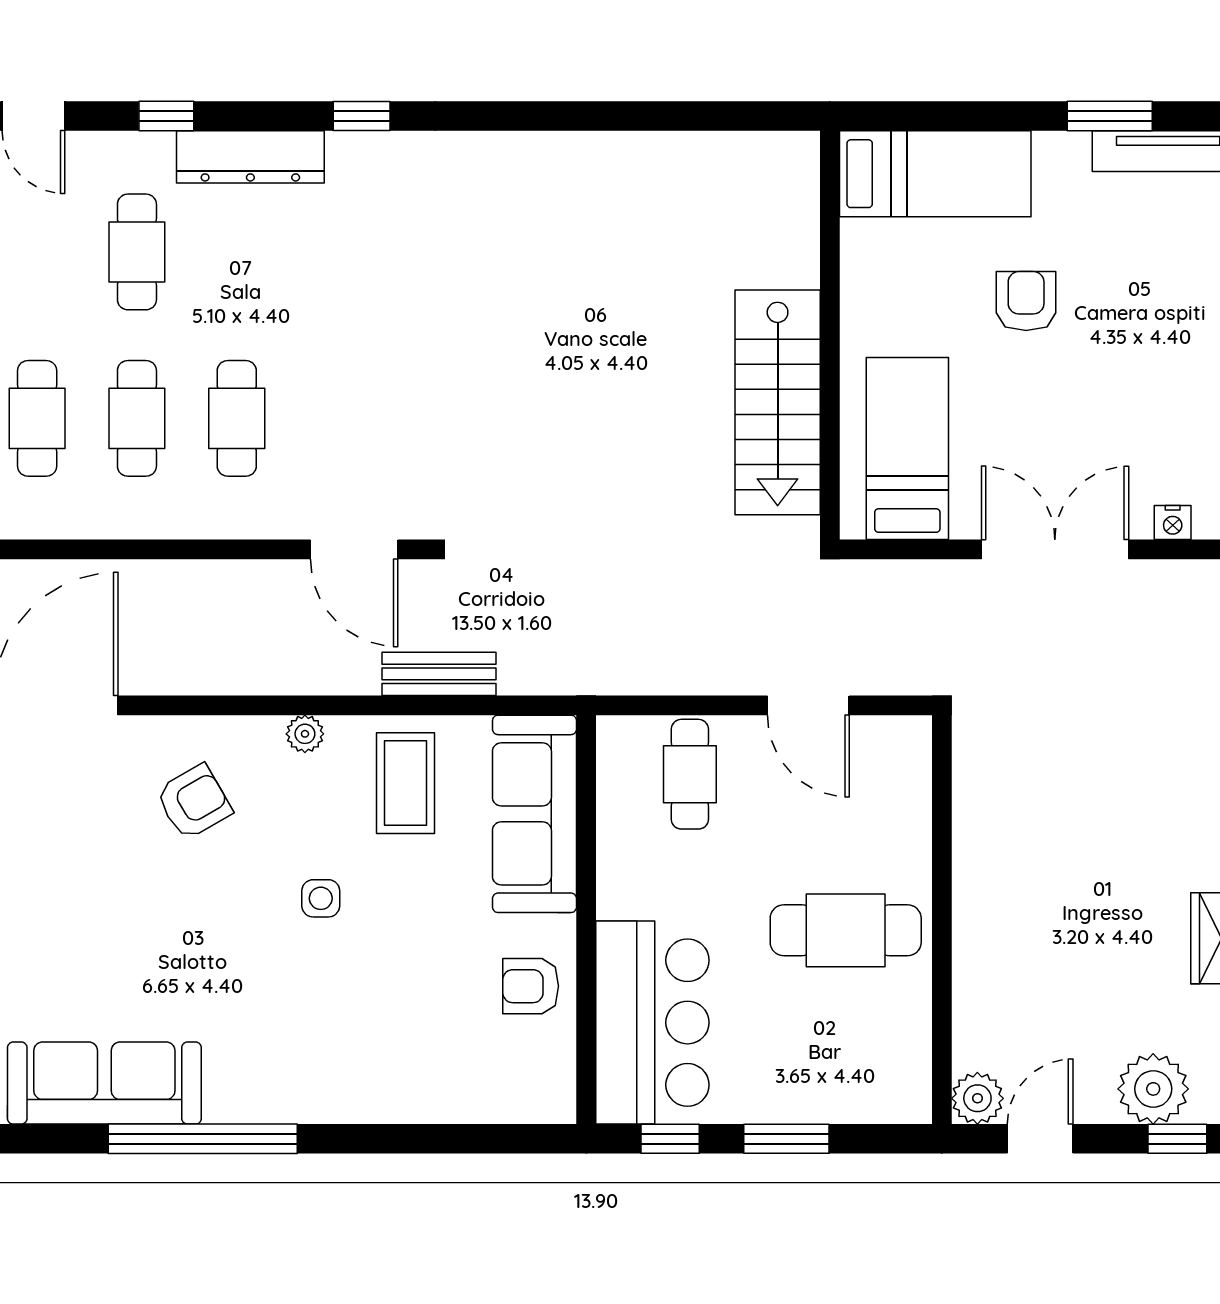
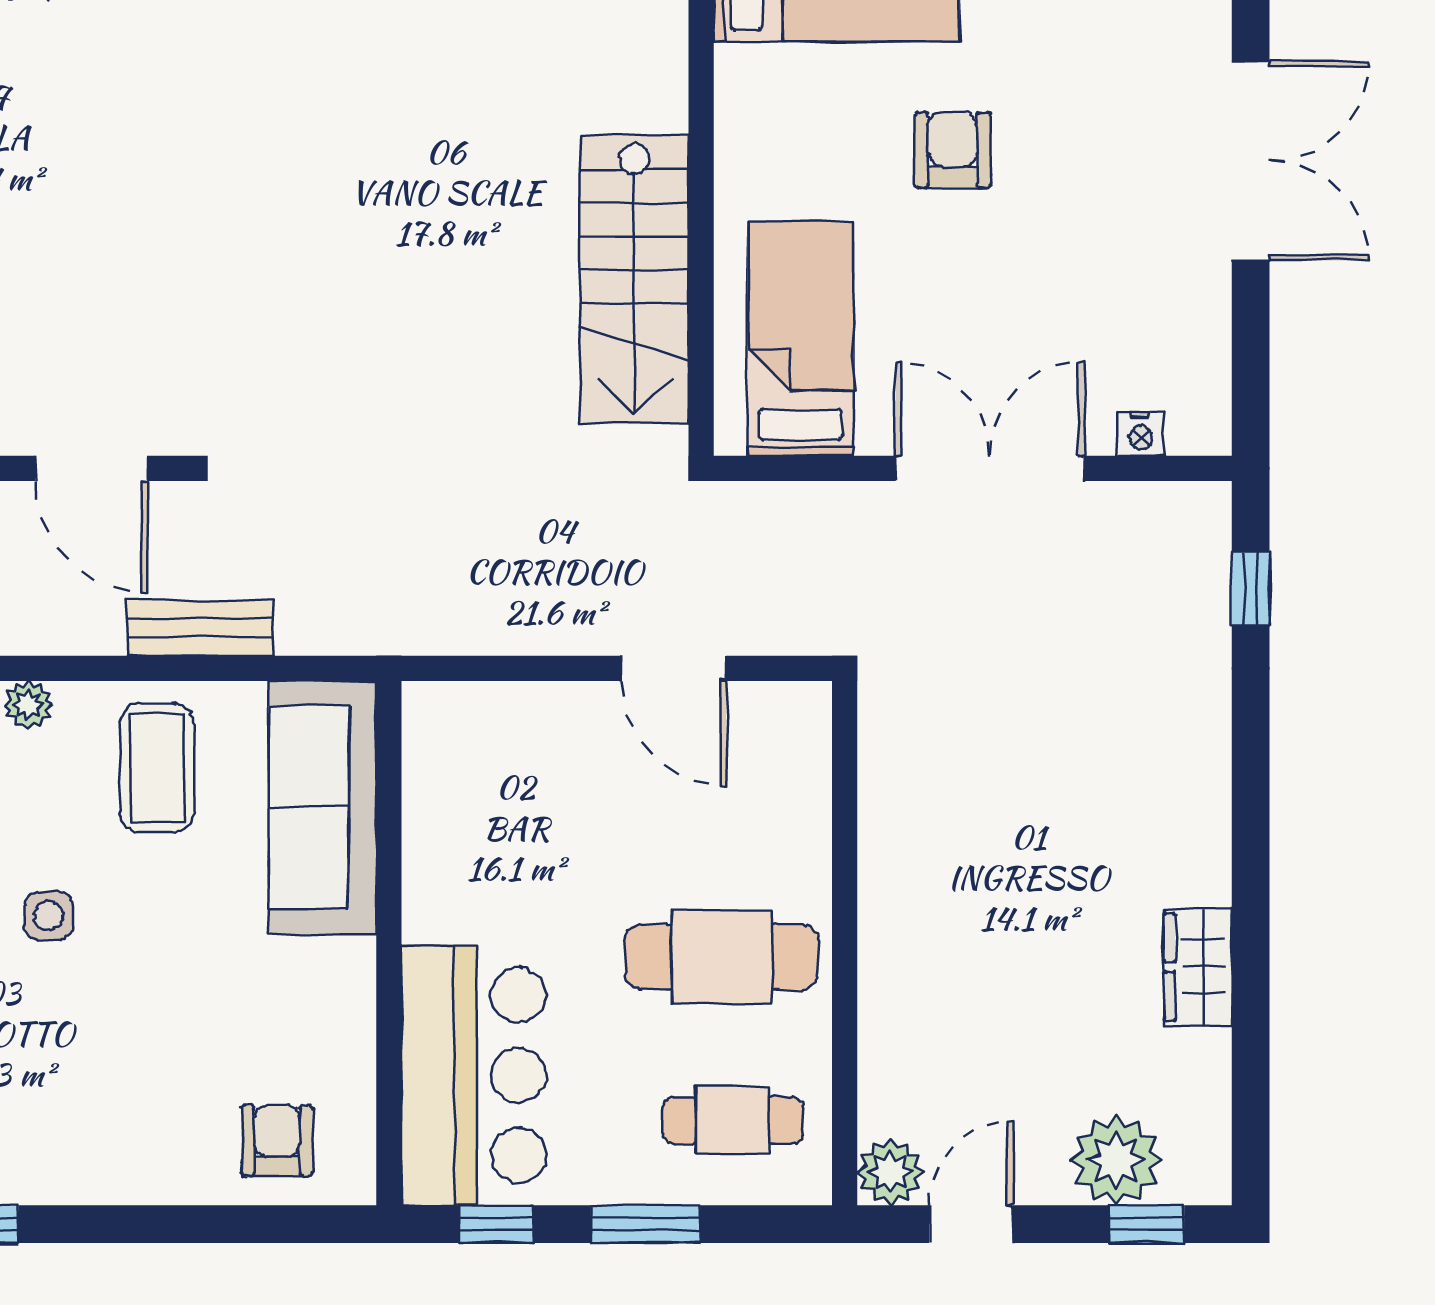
cafe table: (690, 774) -> (733, 1120), moved, turned 90
armchair: (531, 986) -> (277, 1141), moved, turned 90

